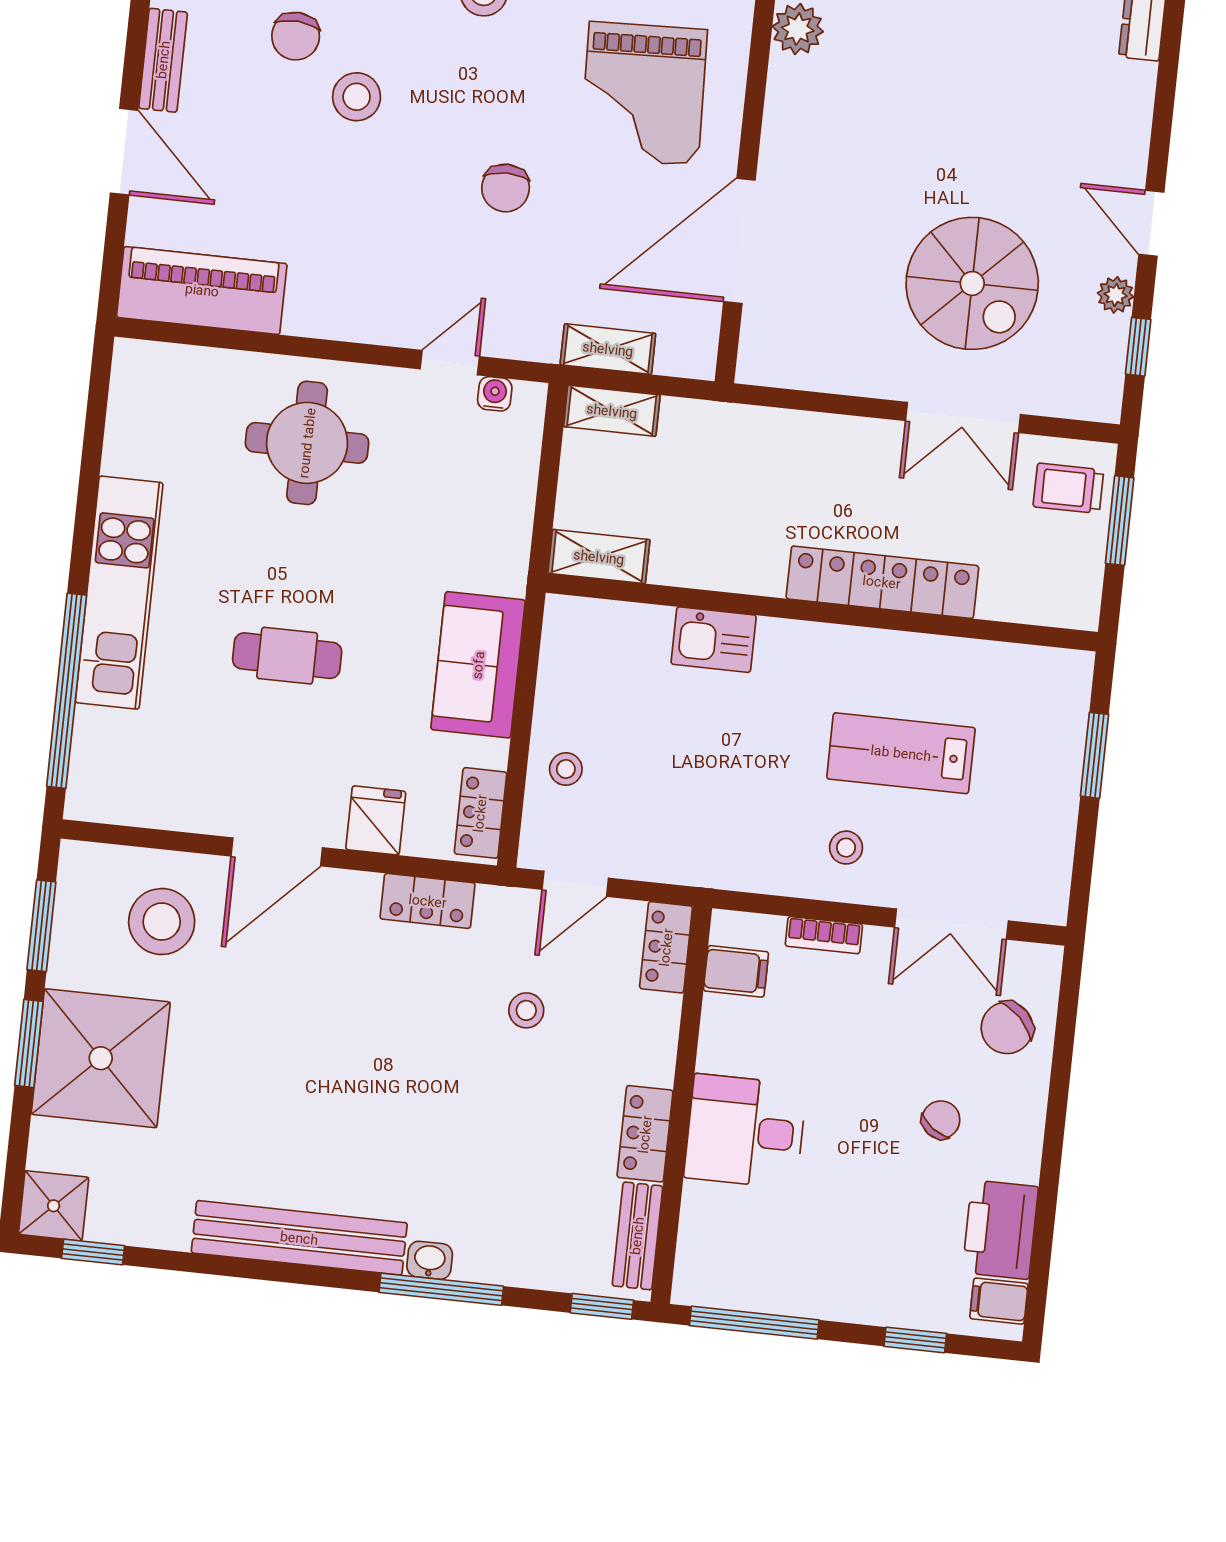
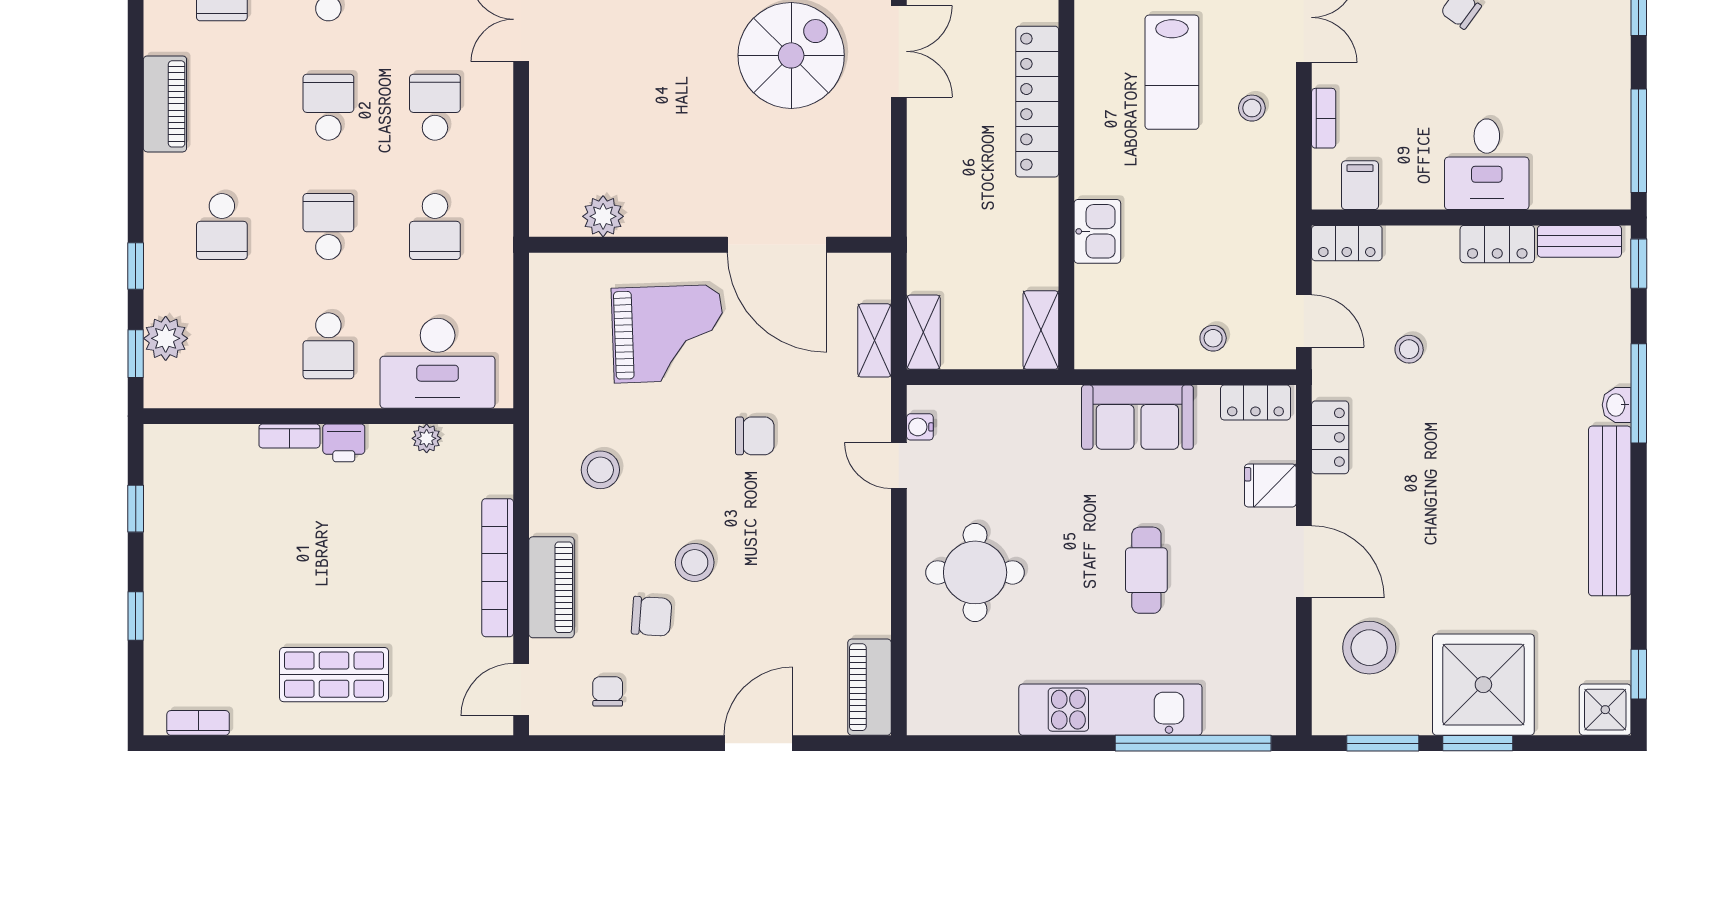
bench: (163, 60) -> (682, 720), removed
piano: (202, 290) -> (869, 687), width x0.73, depth x0.75

